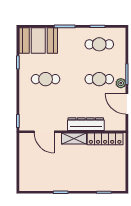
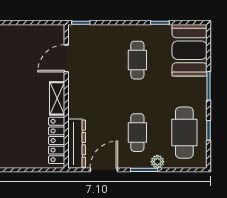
cafe table: (99, 44) -> (184, 133), width x1.37, depth x1.35
plant: (121, 83) -> (157, 162), moved
dresser: (86, 124) -> (77, 144), moved

